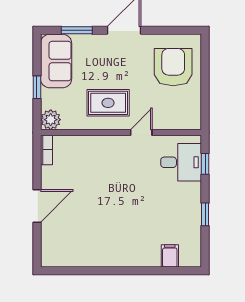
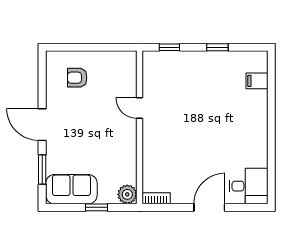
armchair: (173, 67) -> (77, 78), width x0.53, depth x0.53
rug: (108, 103) -> (111, 140), removed
desk: (181, 162) -> (248, 186), moved, turned 90
door: (37, 206) -> (209, 207), hinge flipped

